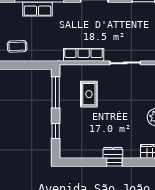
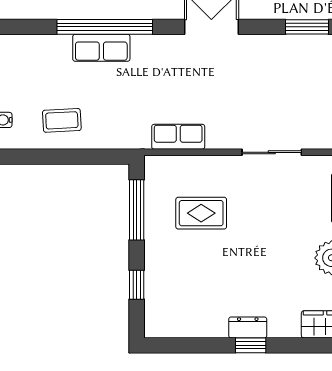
row of seats: (84, 55) -> (178, 137), width x0.68
rug: (89, 94) -> (201, 213), turned 90

